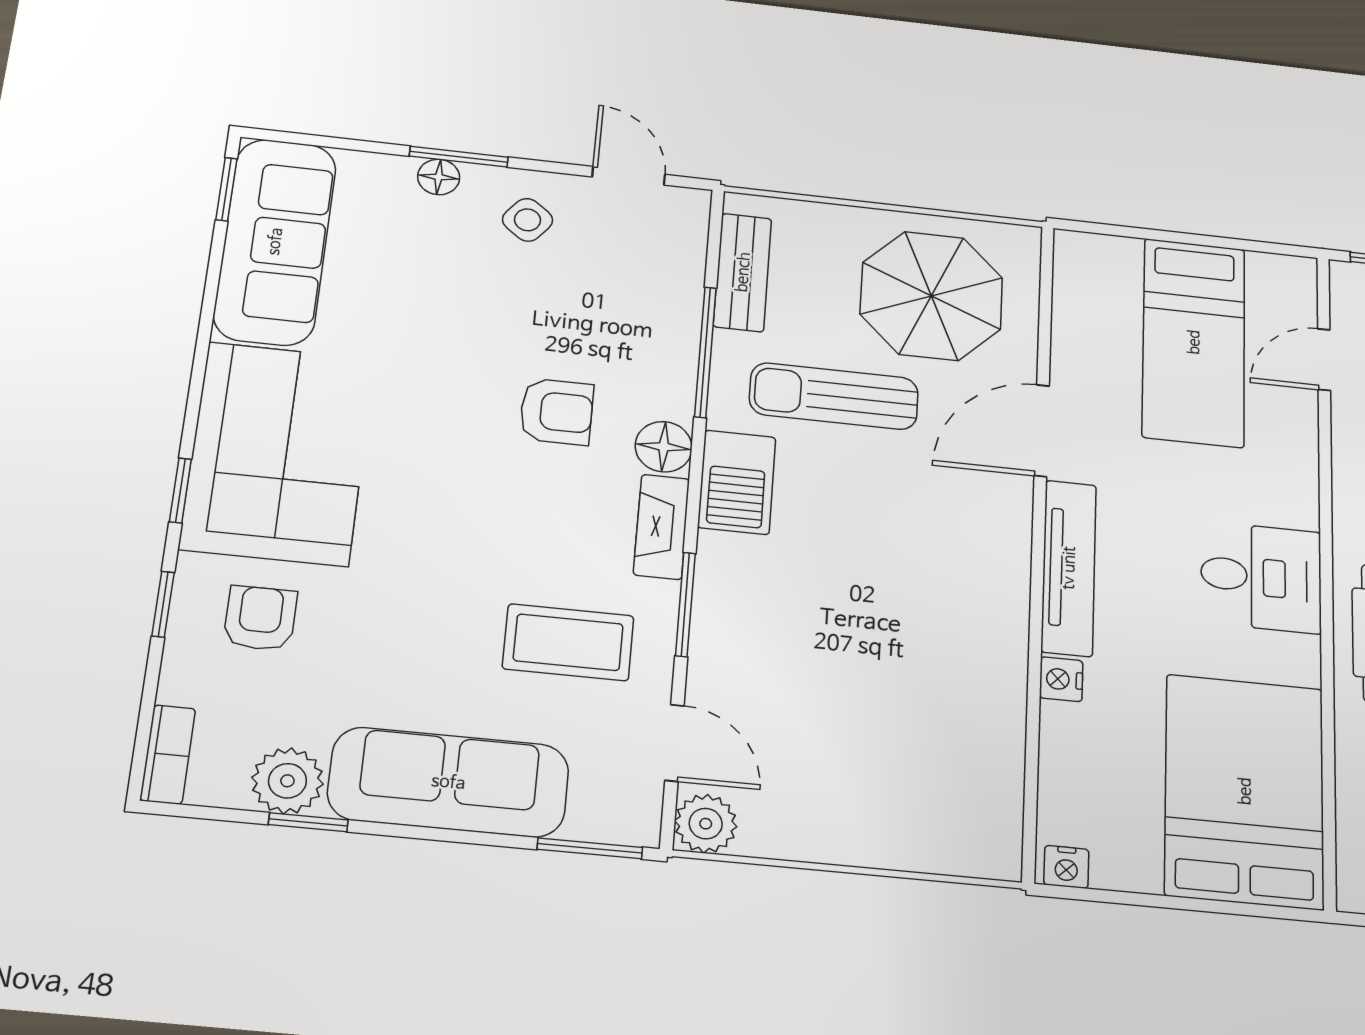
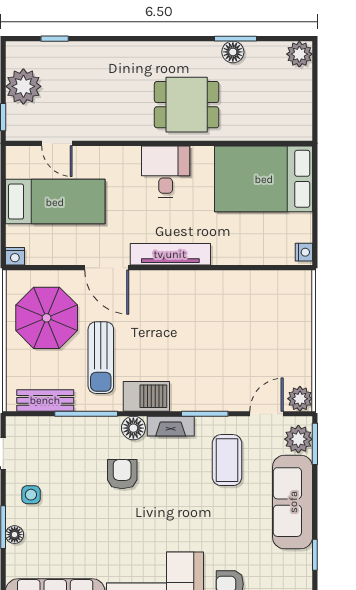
side table: (528, 220) -> (31, 495), turned -38
nightstand: (1061, 679) -> (15, 256), moved
plant: (287, 781) -> (298, 439), moved

